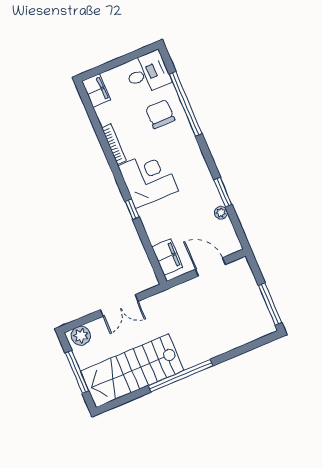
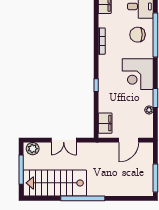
chair: (160, 114) -> (137, 35), turned -90
corner desk: (148, 178) -> (138, 74), moved, turned 180
door: (210, 267) -> (129, 140), swing flipped

